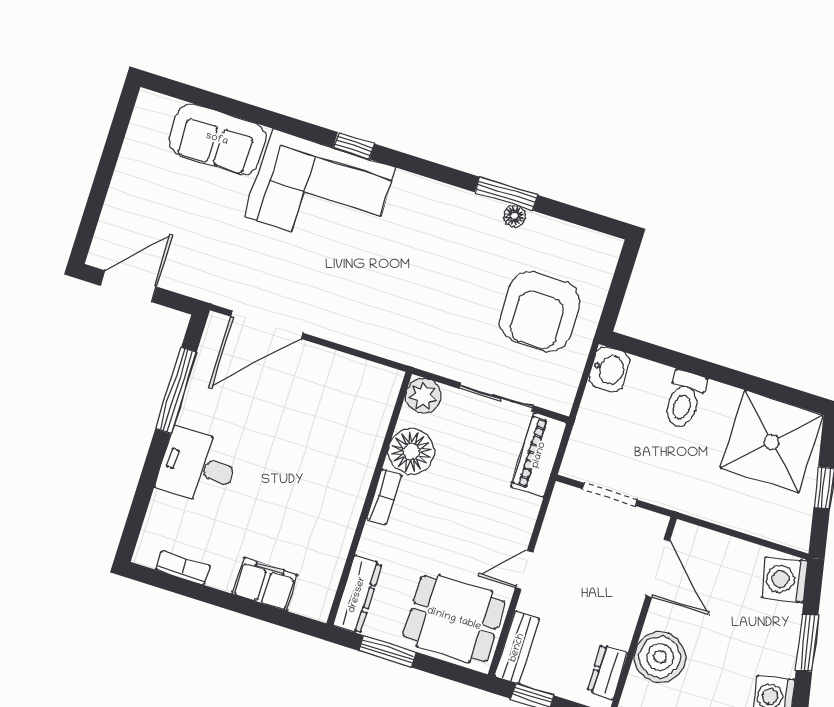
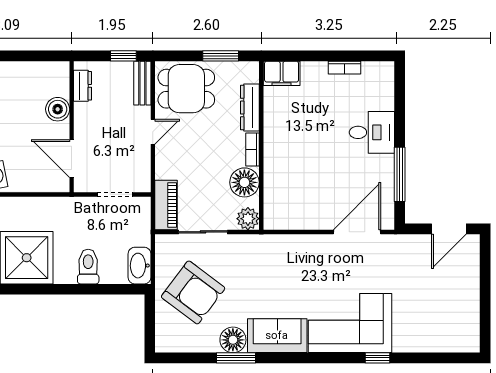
sofa: (217, 139) -> (277, 336), moved
window: (354, 146) -> (378, 358), moved
floor lamp: (514, 216) -> (233, 340), width x1.89, depth x1.89
armchair: (540, 312) -> (193, 292), turned 127
washbasin: (609, 369) -> (139, 266), width x1.38
bookcase: (183, 568) -> (344, 68), moved
filing cabinet: (265, 584) -> (282, 73), moved
dresser: (357, 595) -> (250, 108), moved
boiler: (660, 657) -> (58, 109), width x0.73, depth x0.73

